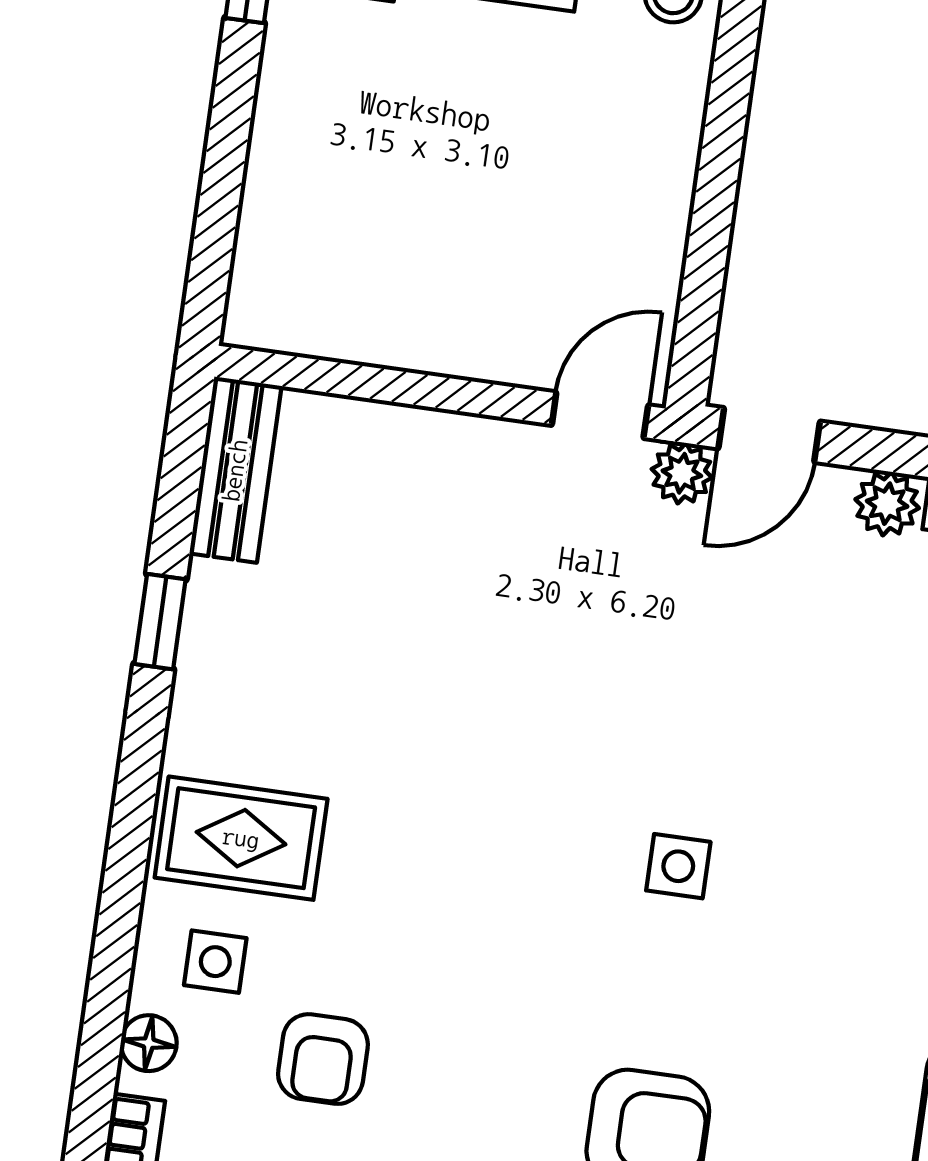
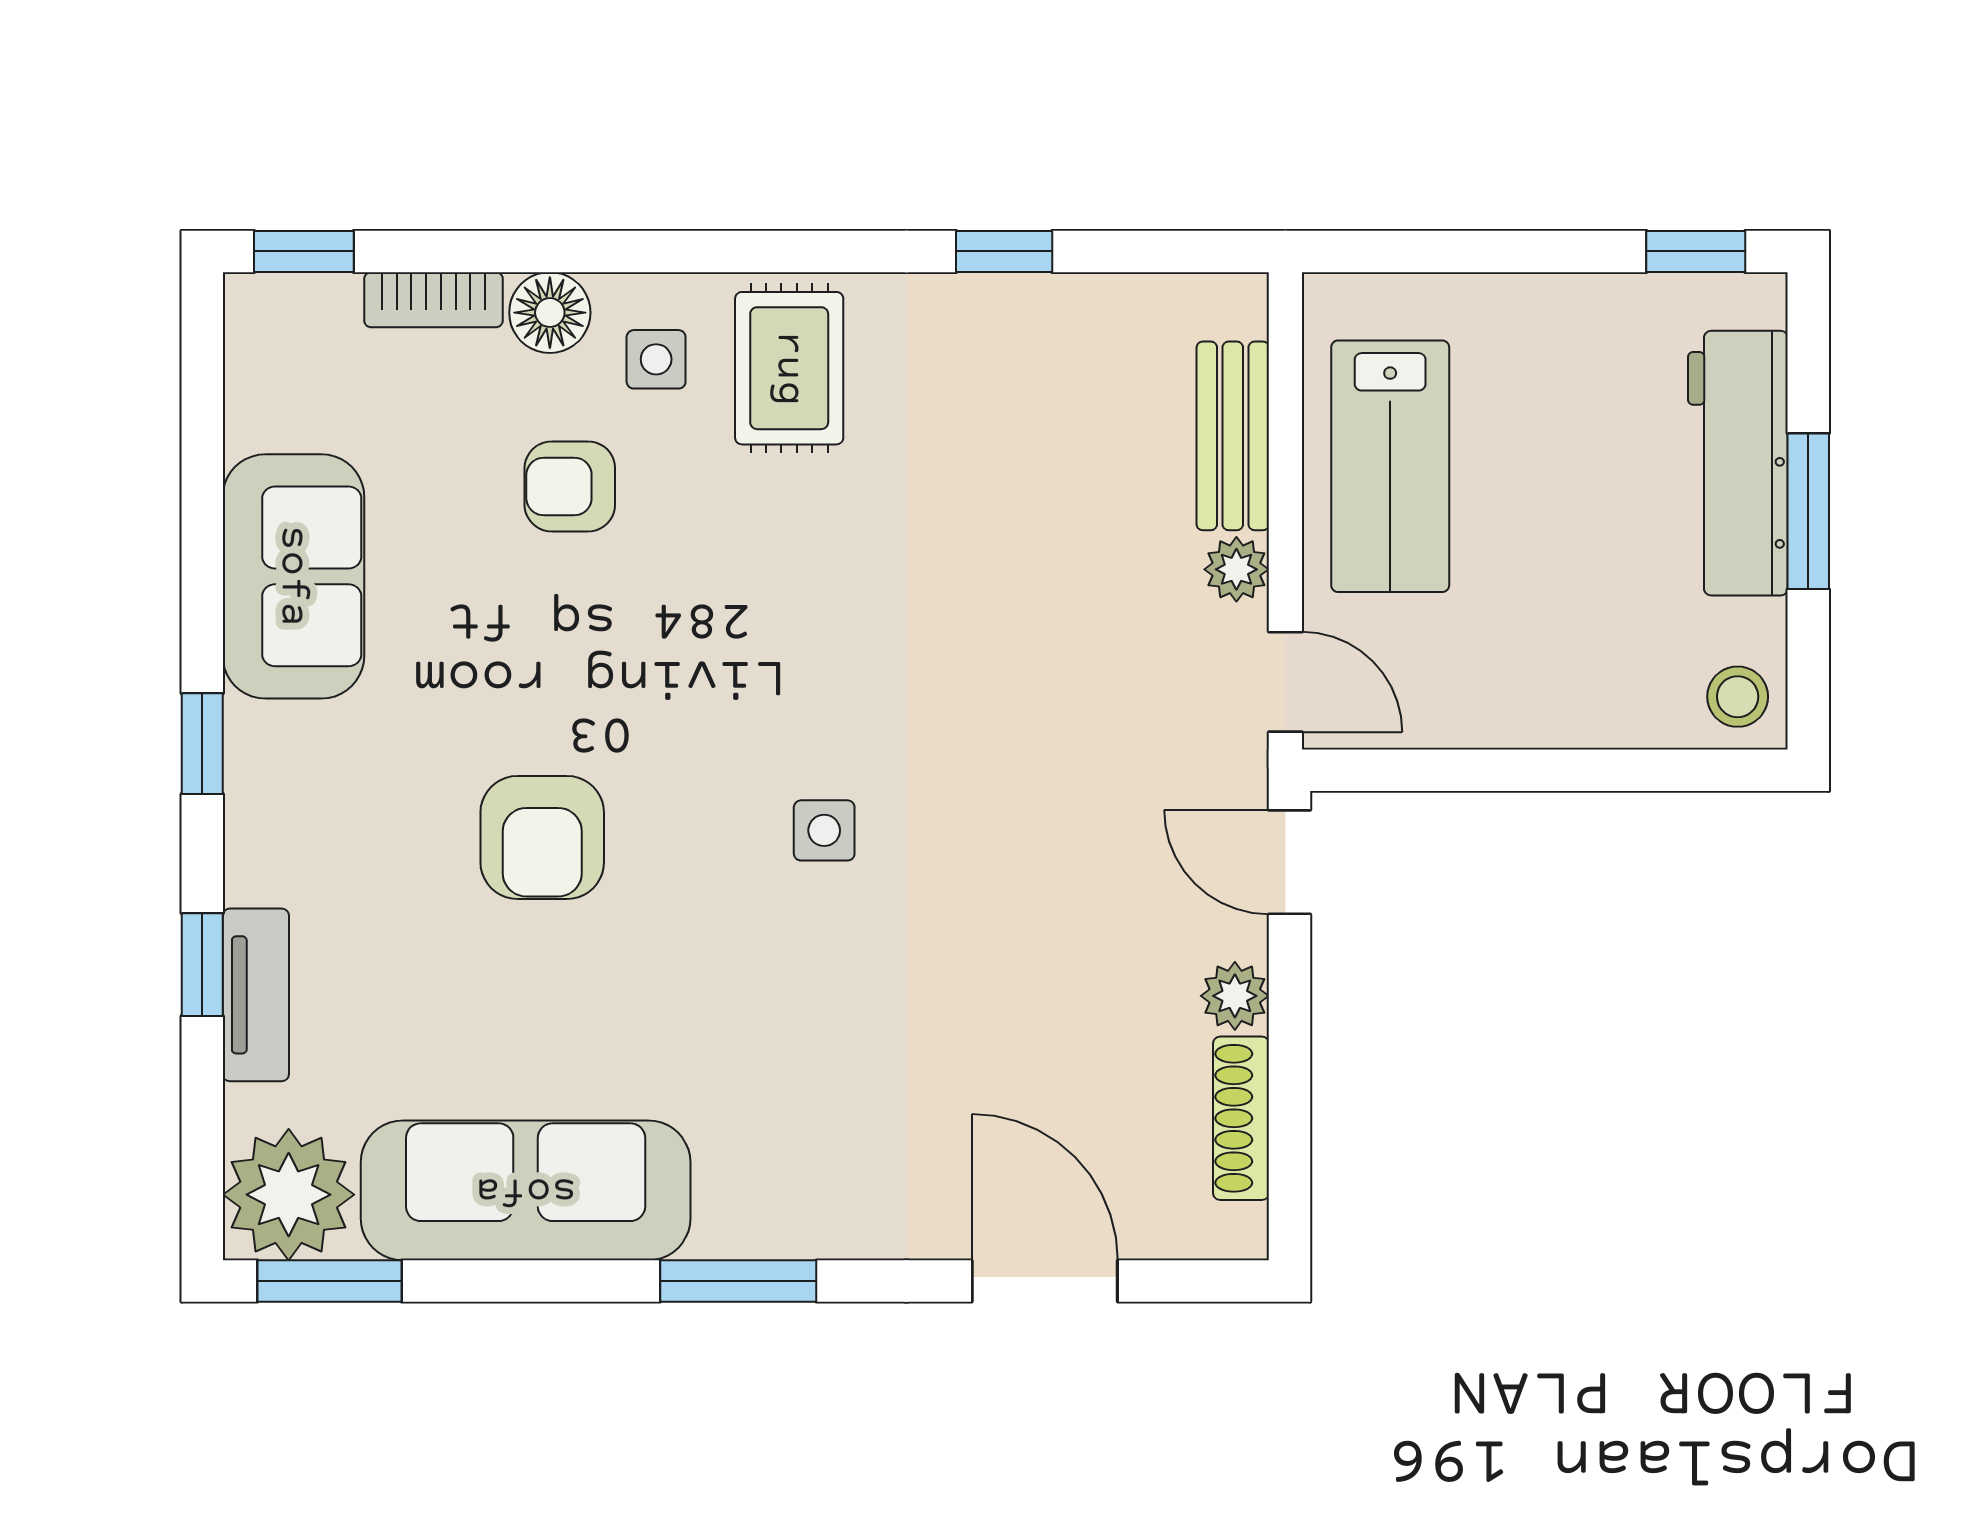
lab bench: (412, 289) -> (1390, 466), added
bench: (235, 470) -> (1233, 436), moved, turned 90
plant: (682, 473) -> (1236, 569), moved
floor lamp: (149, 1043) -> (550, 313), width x1.37, depth x1.37

